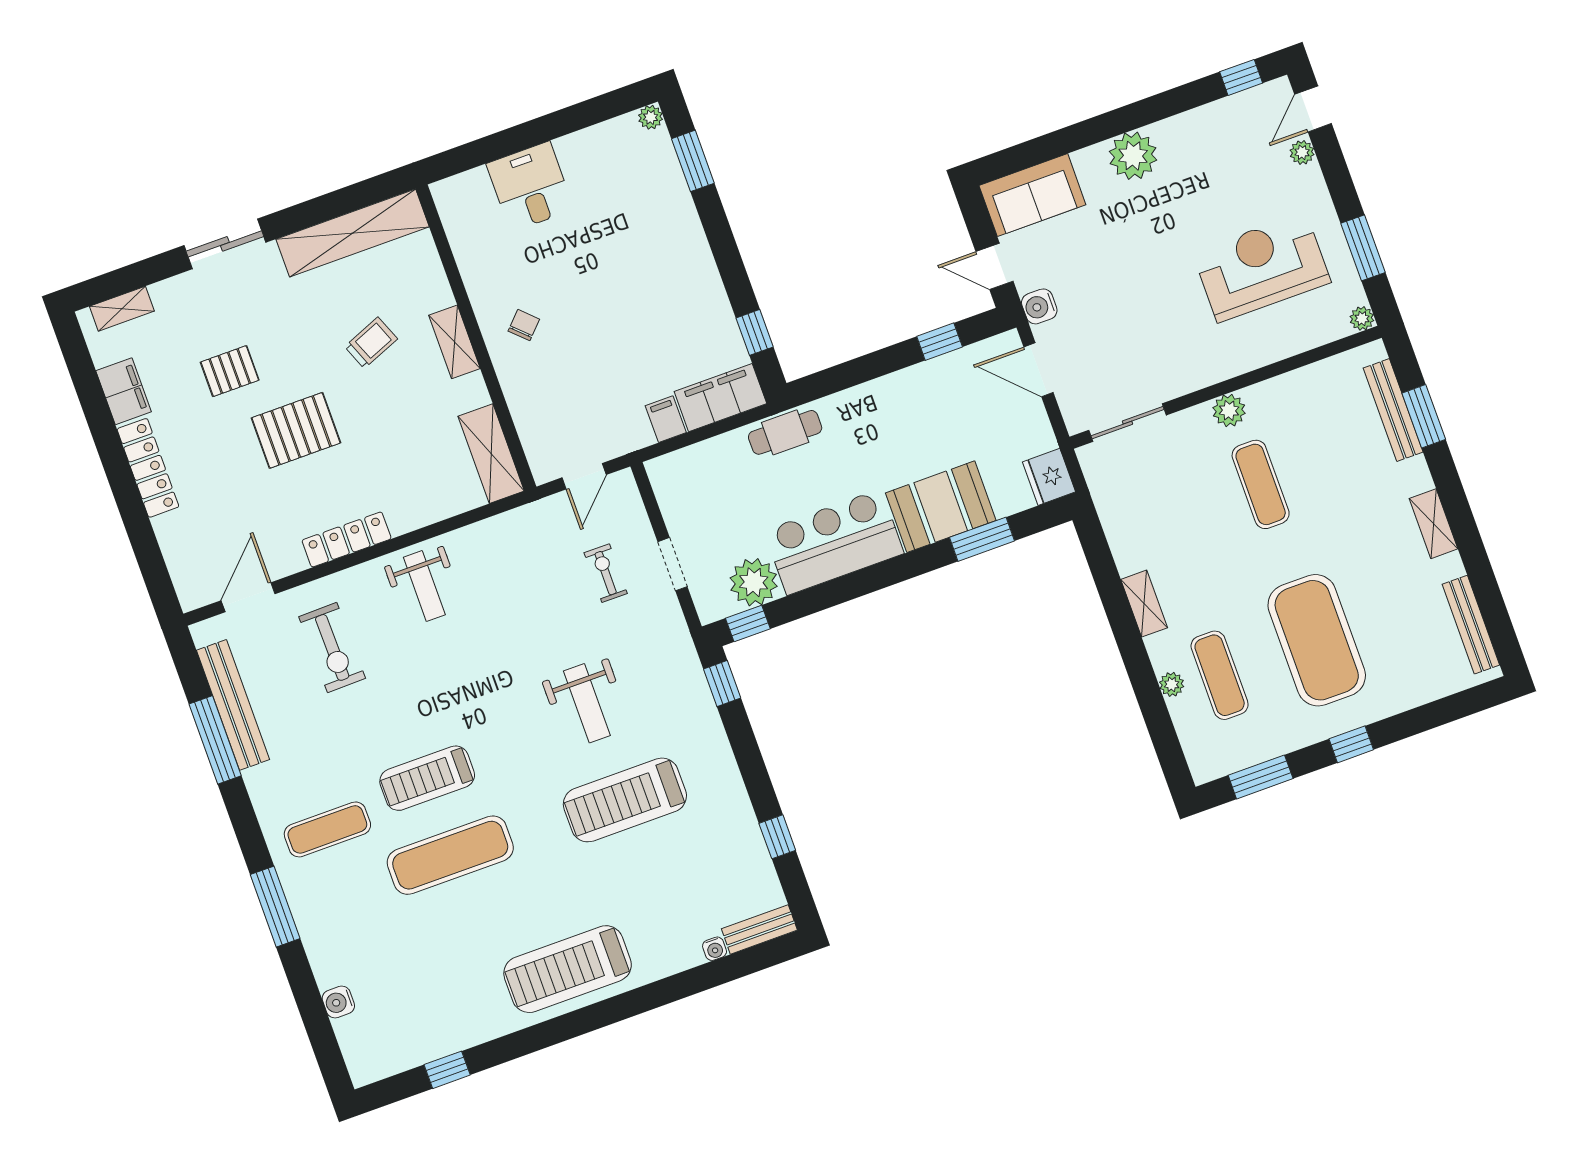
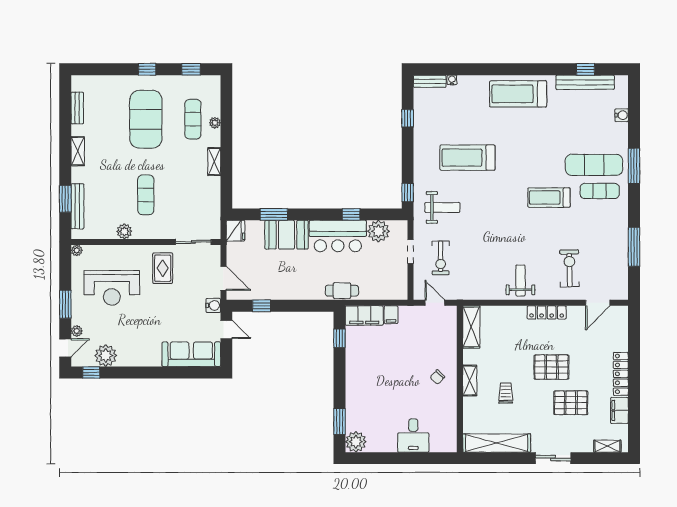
plant: (651, 117) -> (356, 442), width x1.88, depth x1.88
plant: (1133, 156) -> (106, 356), moved
sofa: (1032, 195) -> (191, 354), width x1.36
window: (1363, 248) -> (65, 304), moved
trolley: (371, 343) -> (506, 393), turned 112
rug: (1171, 346) -> (163, 268), added
pallet: (230, 371) -> (571, 403), width x1.50, depth x1.42
plant: (1229, 410) -> (124, 231), moved
door: (584, 476) -> (435, 303), hinge flipped
exercise bike: (606, 573) -> (441, 258), width x1.38, depth x1.39
window: (748, 623) -> (351, 214), moved
bench: (1471, 625) -> (77, 108), width x0.73
weight bench: (587, 703) -> (442, 207), moved, turned 90
bench: (233, 705) -> (585, 82), moved, turned 90
window: (1261, 777) -> (191, 69), width x0.67
treadmill: (427, 778) -> (549, 198), turned 180
treadmill: (625, 800) -> (467, 158), turned 180
exercise mat: (450, 855) -> (594, 165), moved
treadmill: (568, 969) -> (518, 94), turned 180

